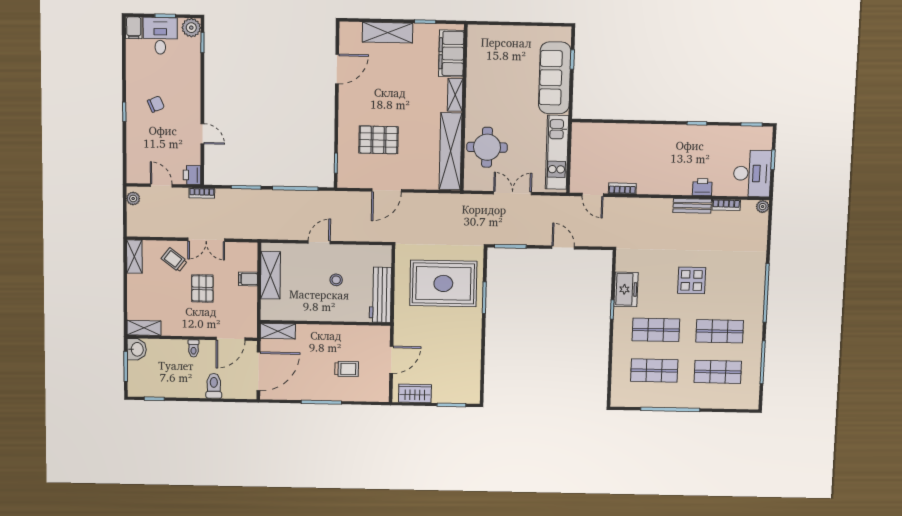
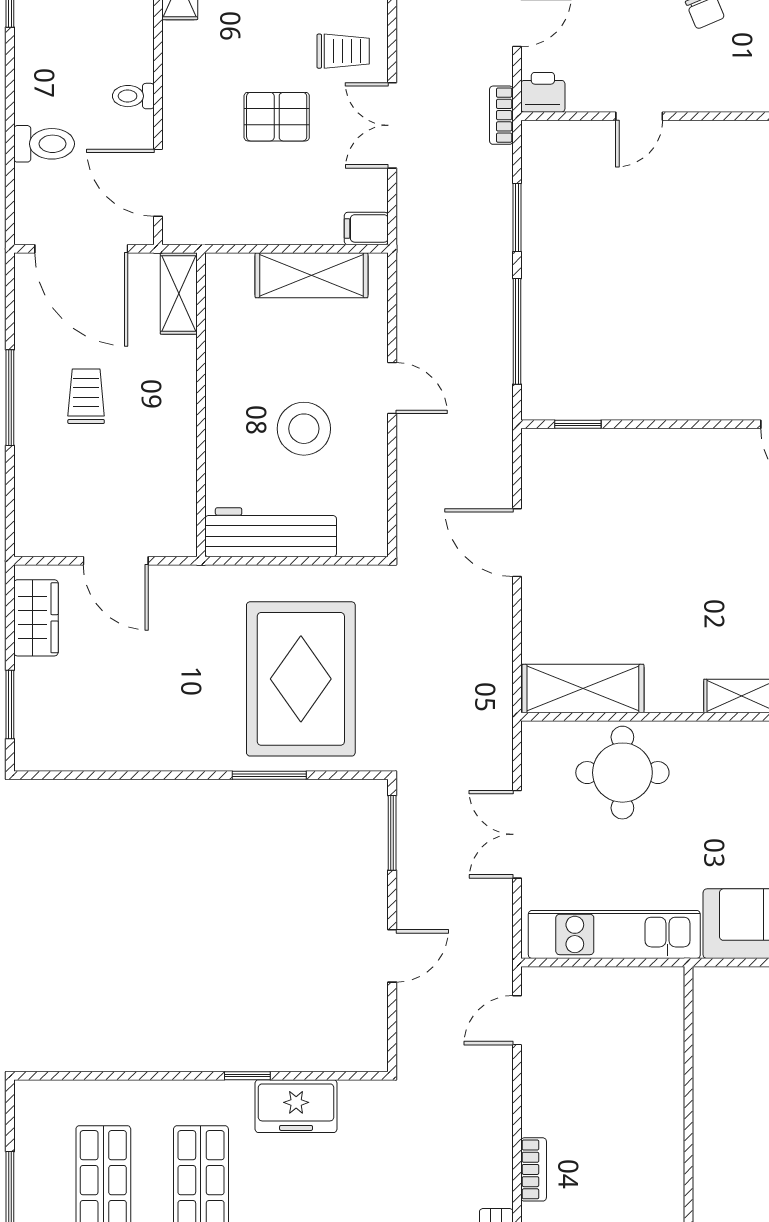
pallet: (378, 140) -> (634, 522), removed
shelving: (451, 151) -> (583, 689), width x0.68
bookcase: (622, 188) -> (534, 1169), moved
double door: (512, 193) -> (517, 834), swing flipped
trolley: (174, 260) -> (343, 51), turned 53
filing cabinet: (248, 279) -> (366, 228), moved, turned -90
stool: (336, 280) -> (304, 429), width x1.89, depth x1.89
trolley: (347, 369) -> (86, 396), moved, turned 180

